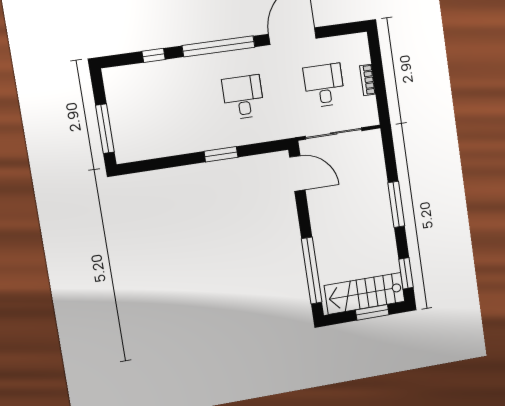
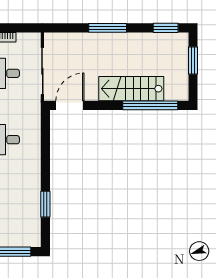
window: (221, 154) -> (45, 204), moved
stairs: (365, 293) -> (131, 89), moved, turned 90

